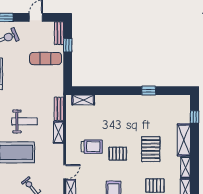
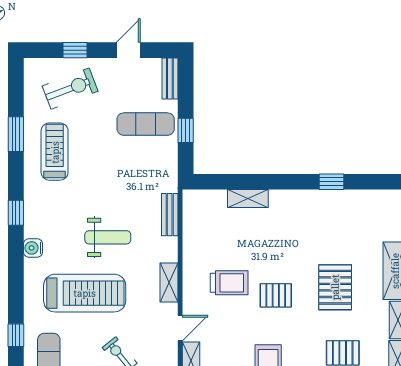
window: (68, 45) -> (186, 130), moved
shelving: (83, 100) -> (248, 199), moved
shelving: (58, 132) -> (169, 282), moved

